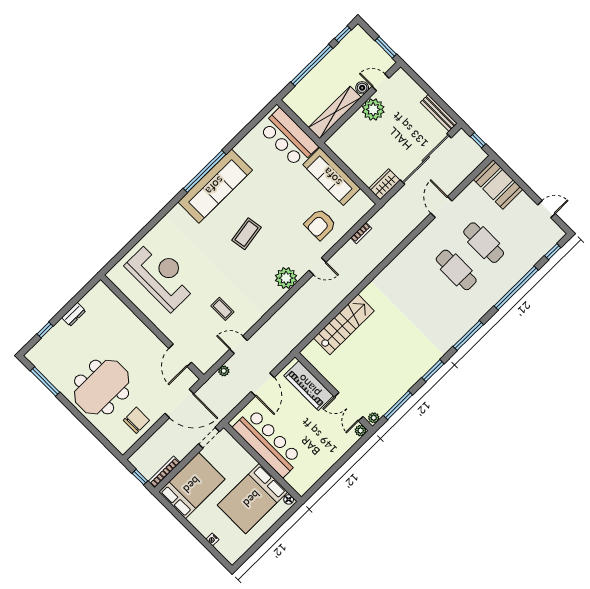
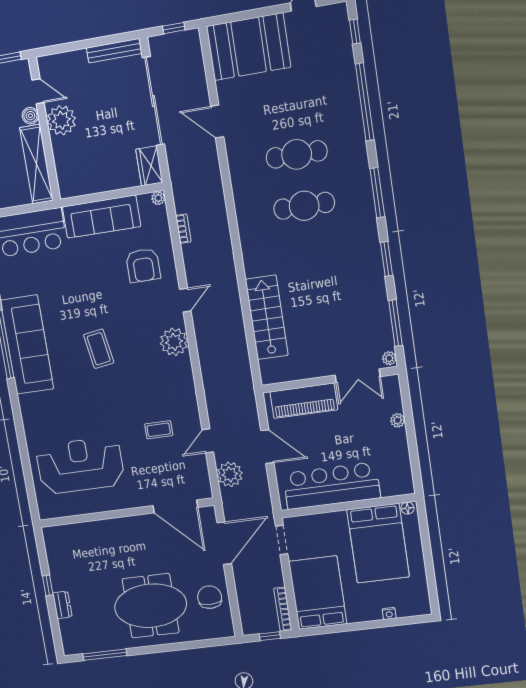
door: (381, 82) -> (38, 91), swing flipped
booth: (498, 184) -> (249, 47), width x1.36, depth x1.42
plant: (369, 204) -> (158, 198), added
cafe table: (484, 243) -> (304, 206), moved
dresser: (74, 314) -> (62, 605), moved
window: (45, 330) -> (48, 585), moved
door: (180, 355) -> (175, 506), width x1.36
plant: (224, 371) -> (230, 474), width x1.88, depth x1.88
meeting table: (102, 387) -> (151, 606), turned 90
plant: (361, 431) -> (398, 420), moved

